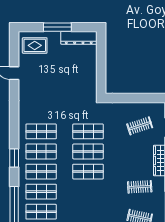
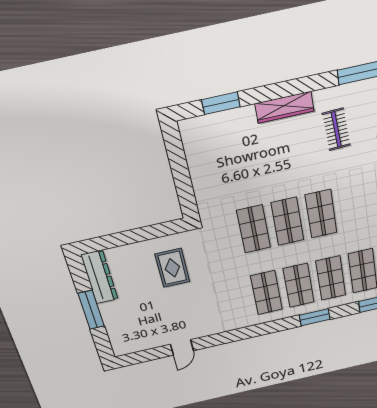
rug: (35, 45) -> (172, 268), moved
clothes rail: (140, 126) -> (228, 153), removed

